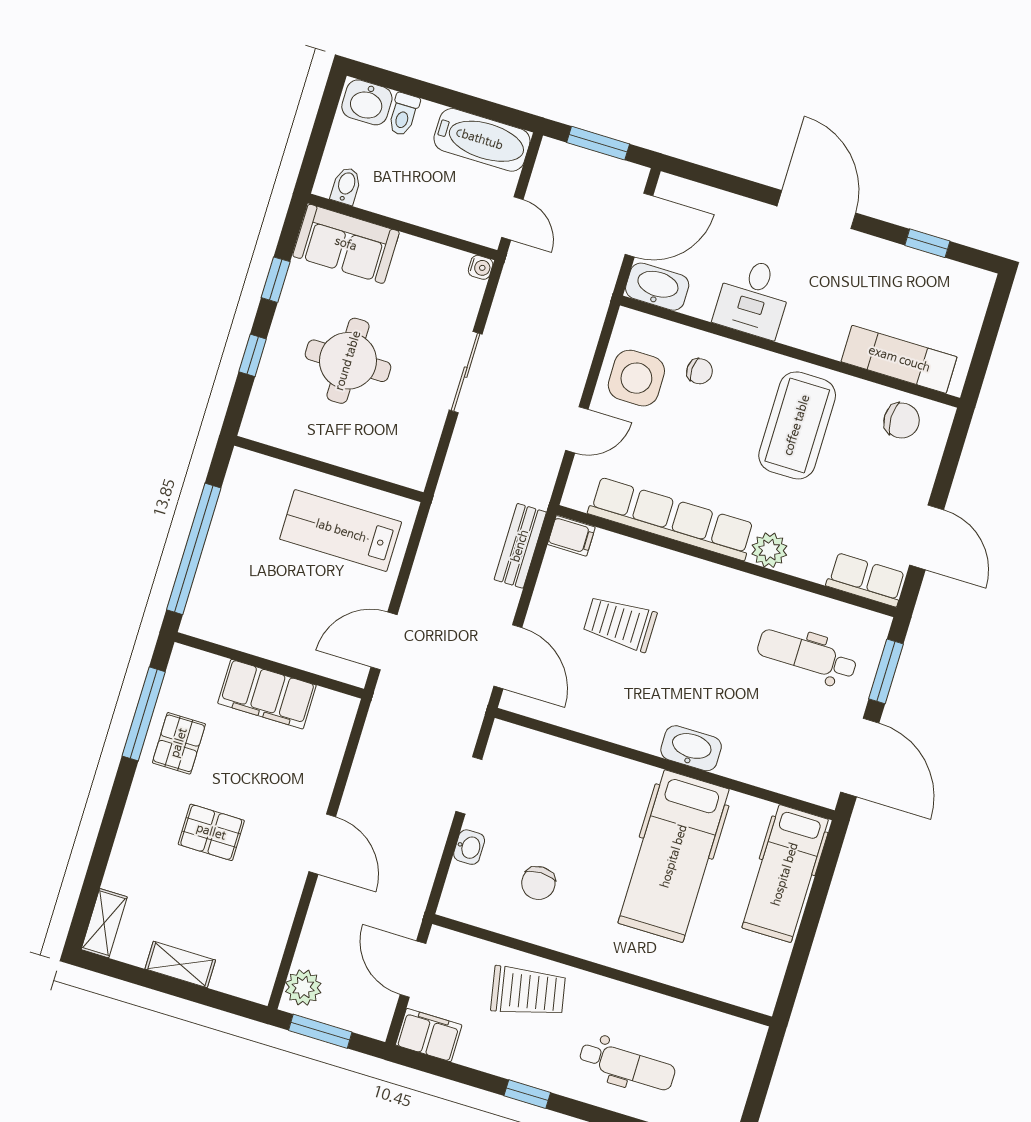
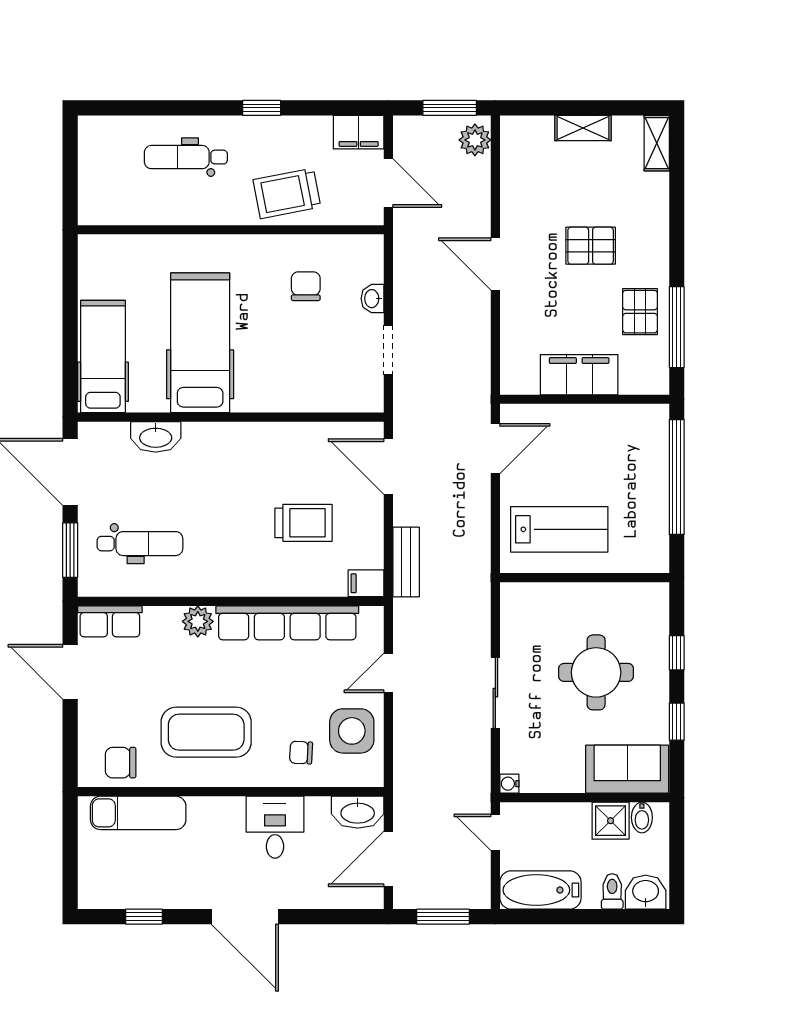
shower: (382, 193) -> (611, 821), added
coffee table: (797, 425) -> (206, 732), turned 90
washbasin: (691, 748) -> (156, 437), moved

